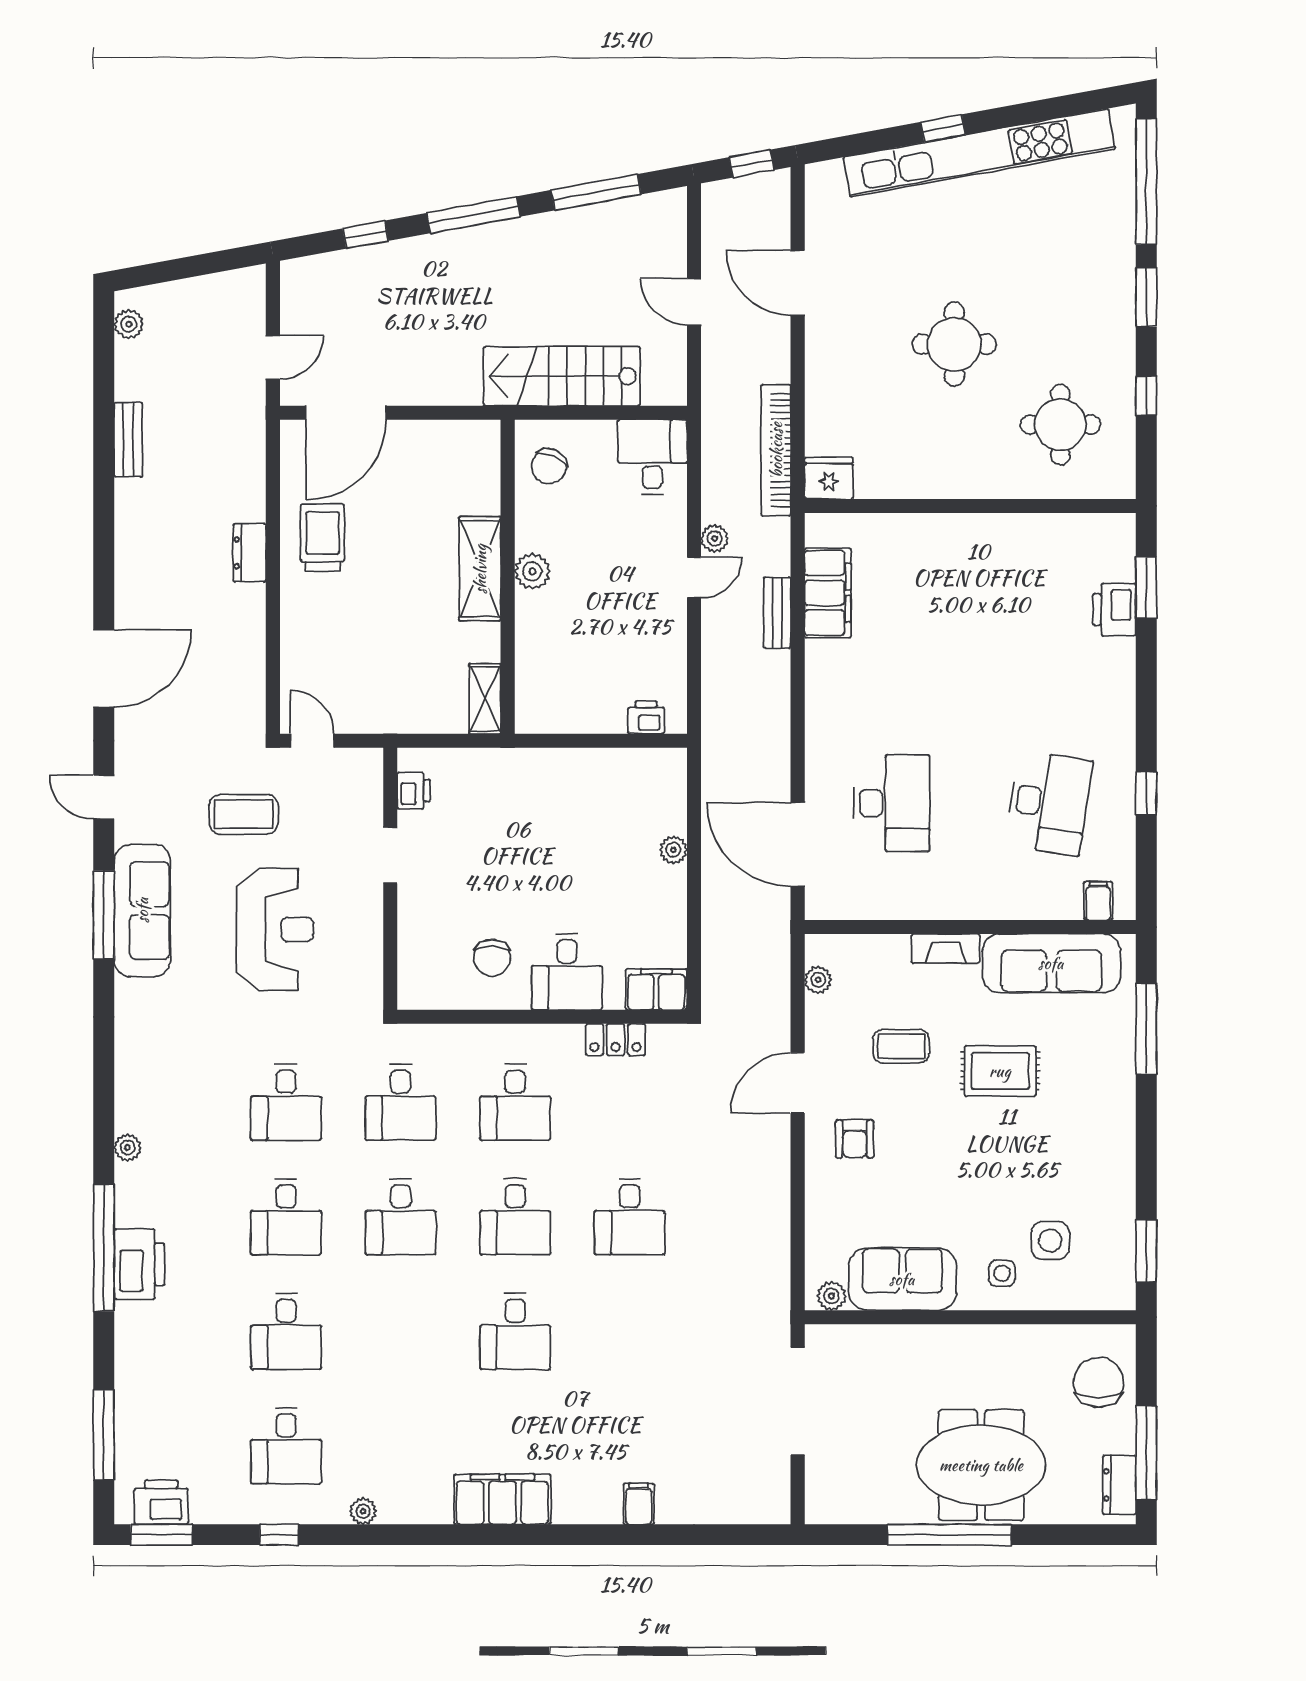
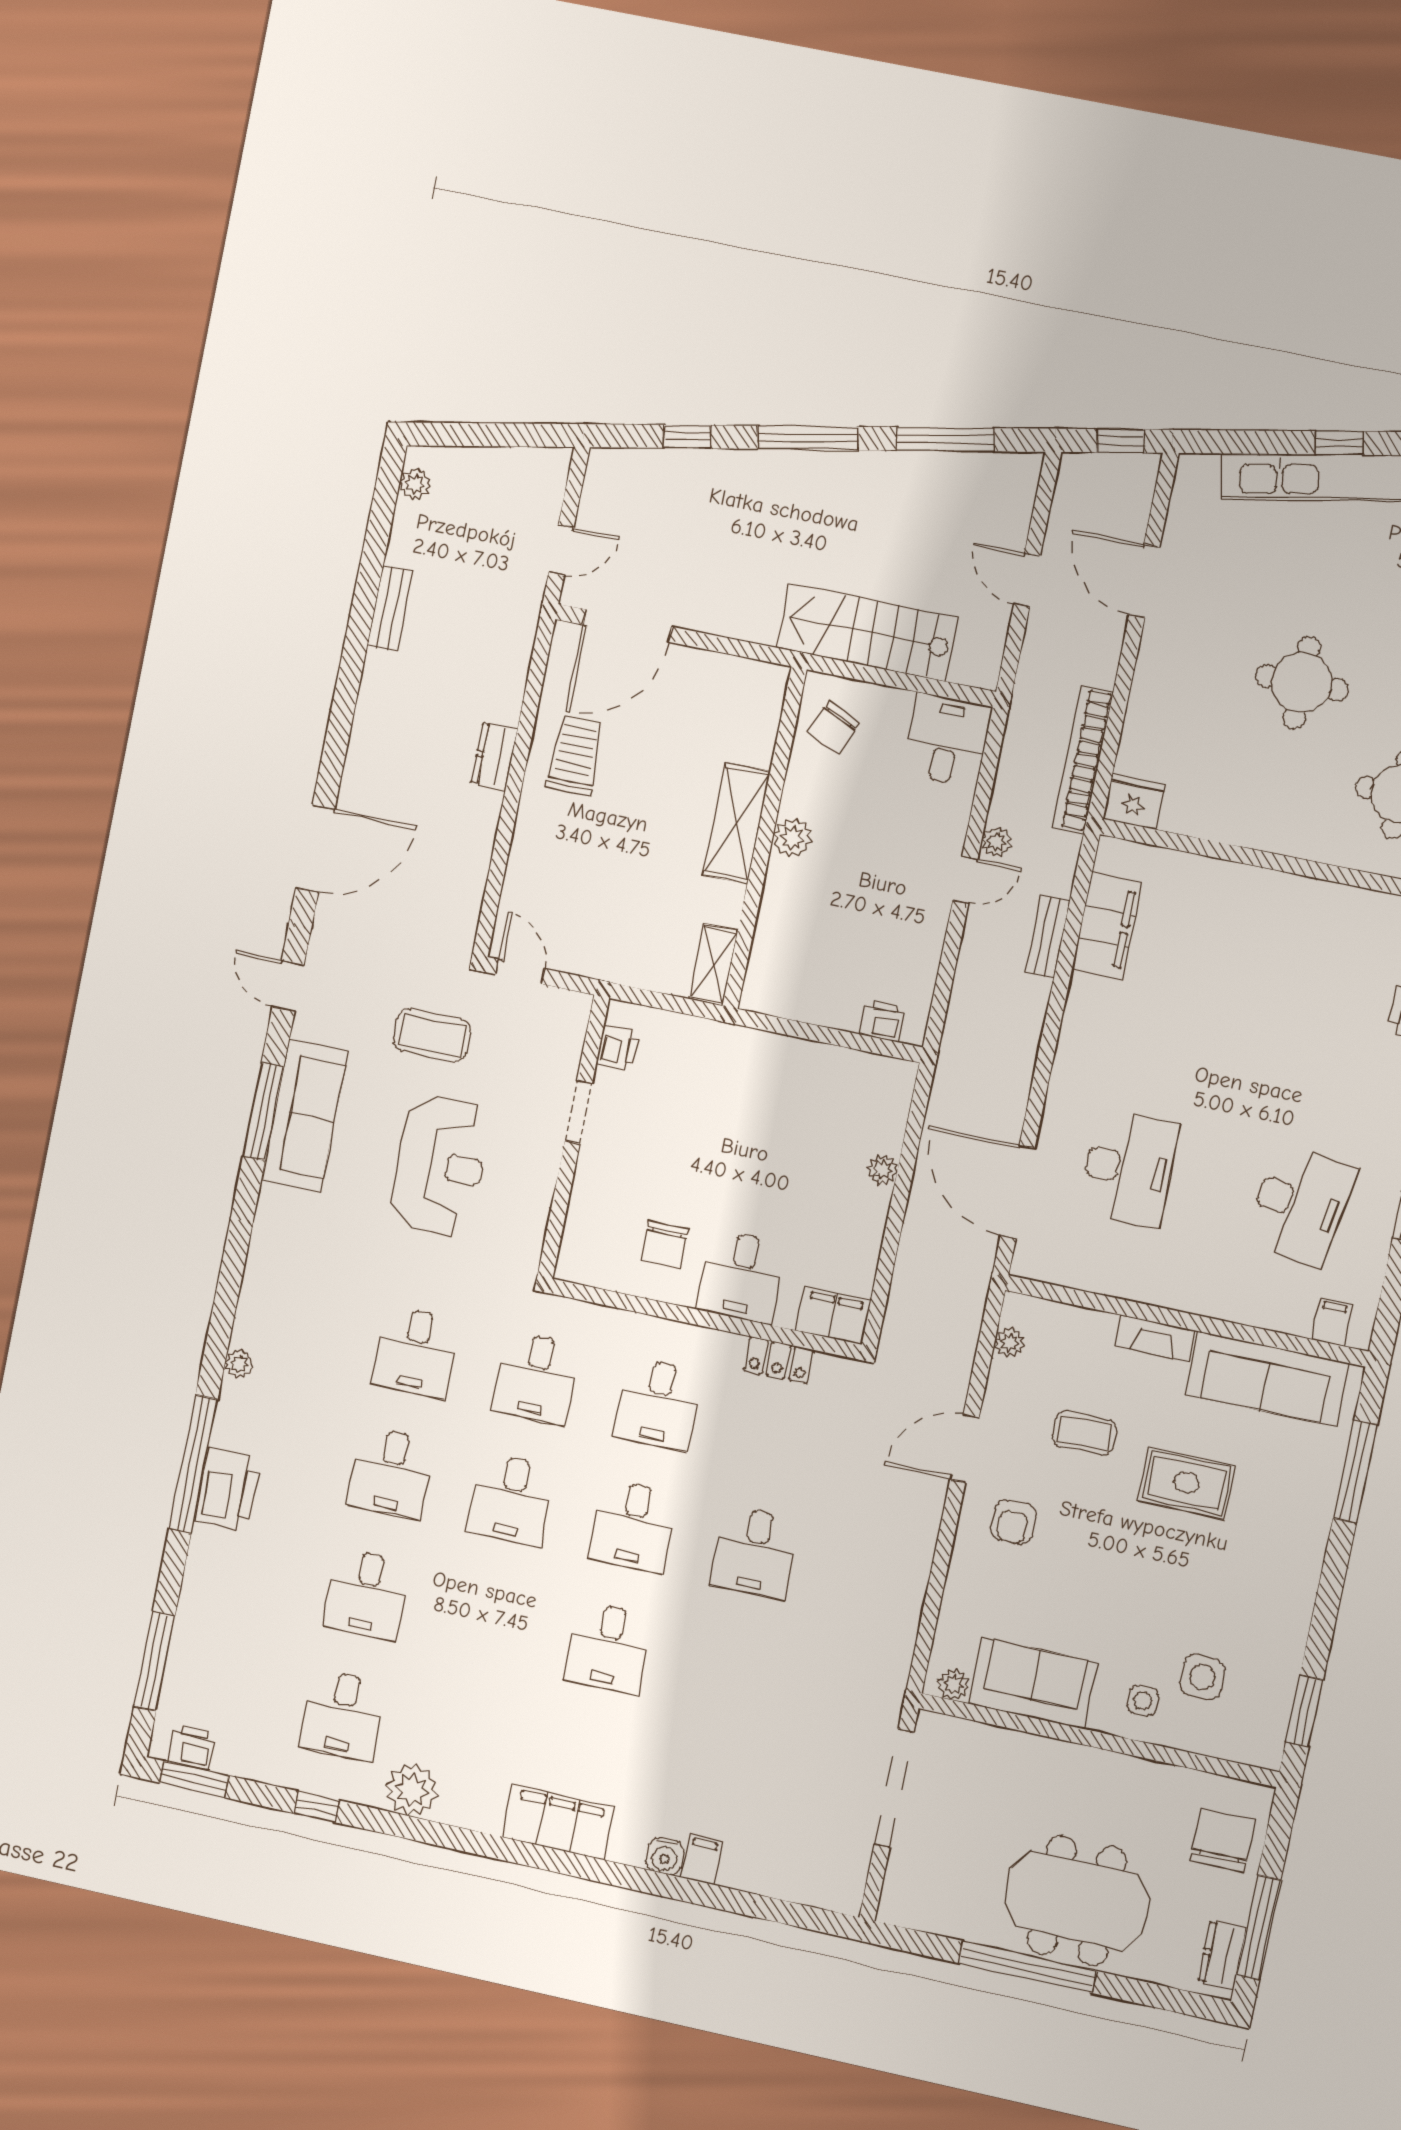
printer: (161, 1502) -> (192, 1748), width x0.73, depth x0.81
water cooler: (605, 1508) -> (665, 1856), added
plant: (363, 1511) -> (412, 1790), width x1.87, depth x1.87

